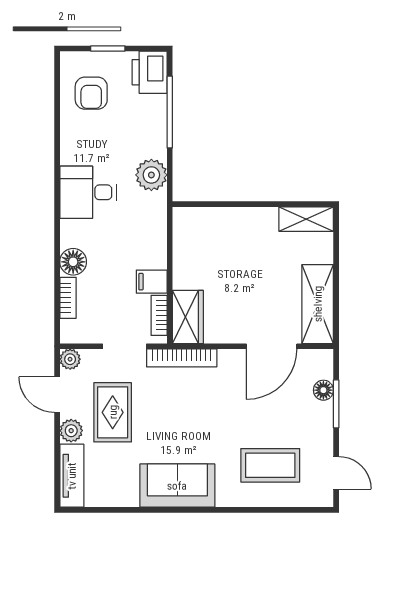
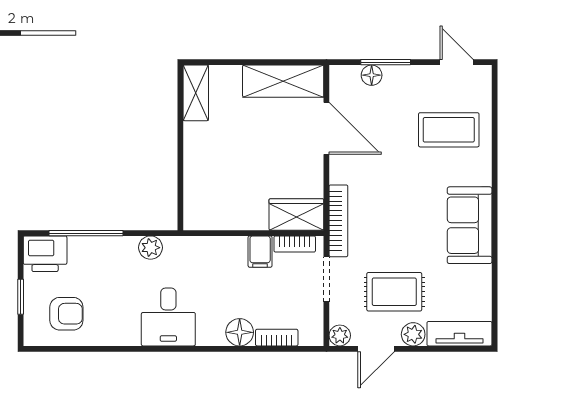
plant: (151, 175) -> (150, 248), width x0.73, depth x0.73
coffee table: (270, 465) -> (449, 130), turned 90
door: (336, 473) -> (456, 62), hinge flipped

